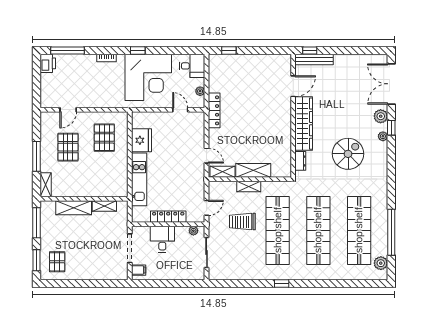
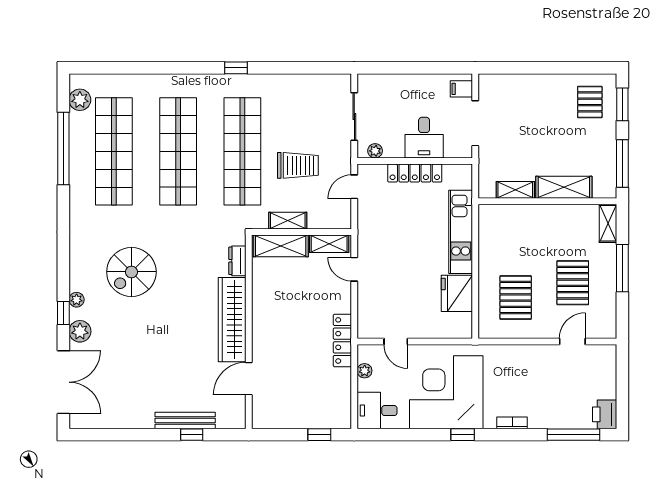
door: (293, 86) -> (249, 379), moved
wall: (293, 116) -> (249, 332), moved
wardrobe: (304, 124) -> (232, 320), moved
dresser: (300, 161) -> (237, 261), moved

